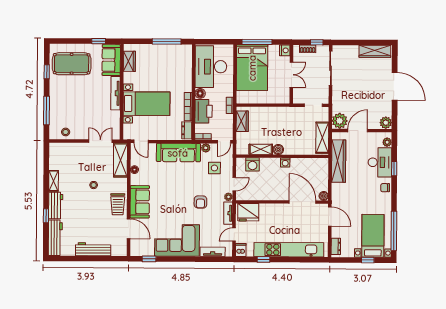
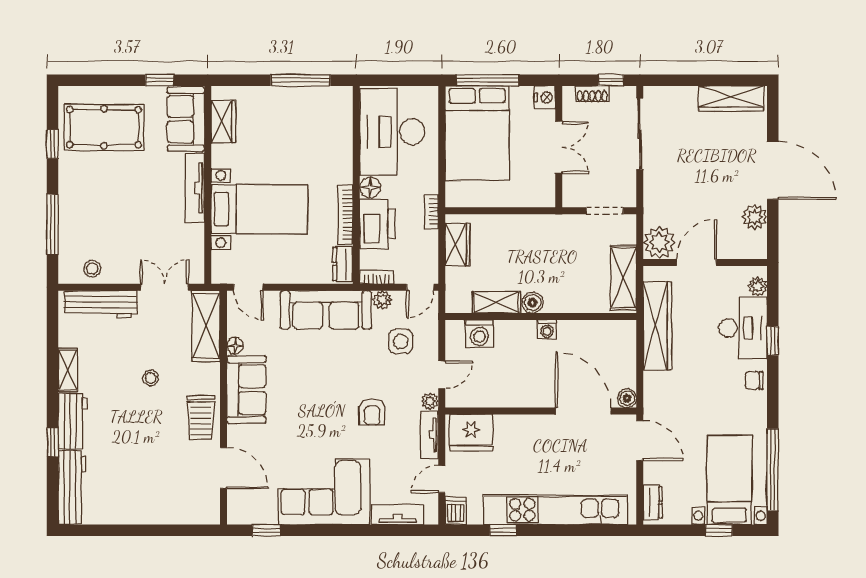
plant: (386, 123) -> (755, 217), moved
sofa: (140, 202) -> (246, 390), moved
workbench: (93, 249) -> (101, 304), moved, turned 180

